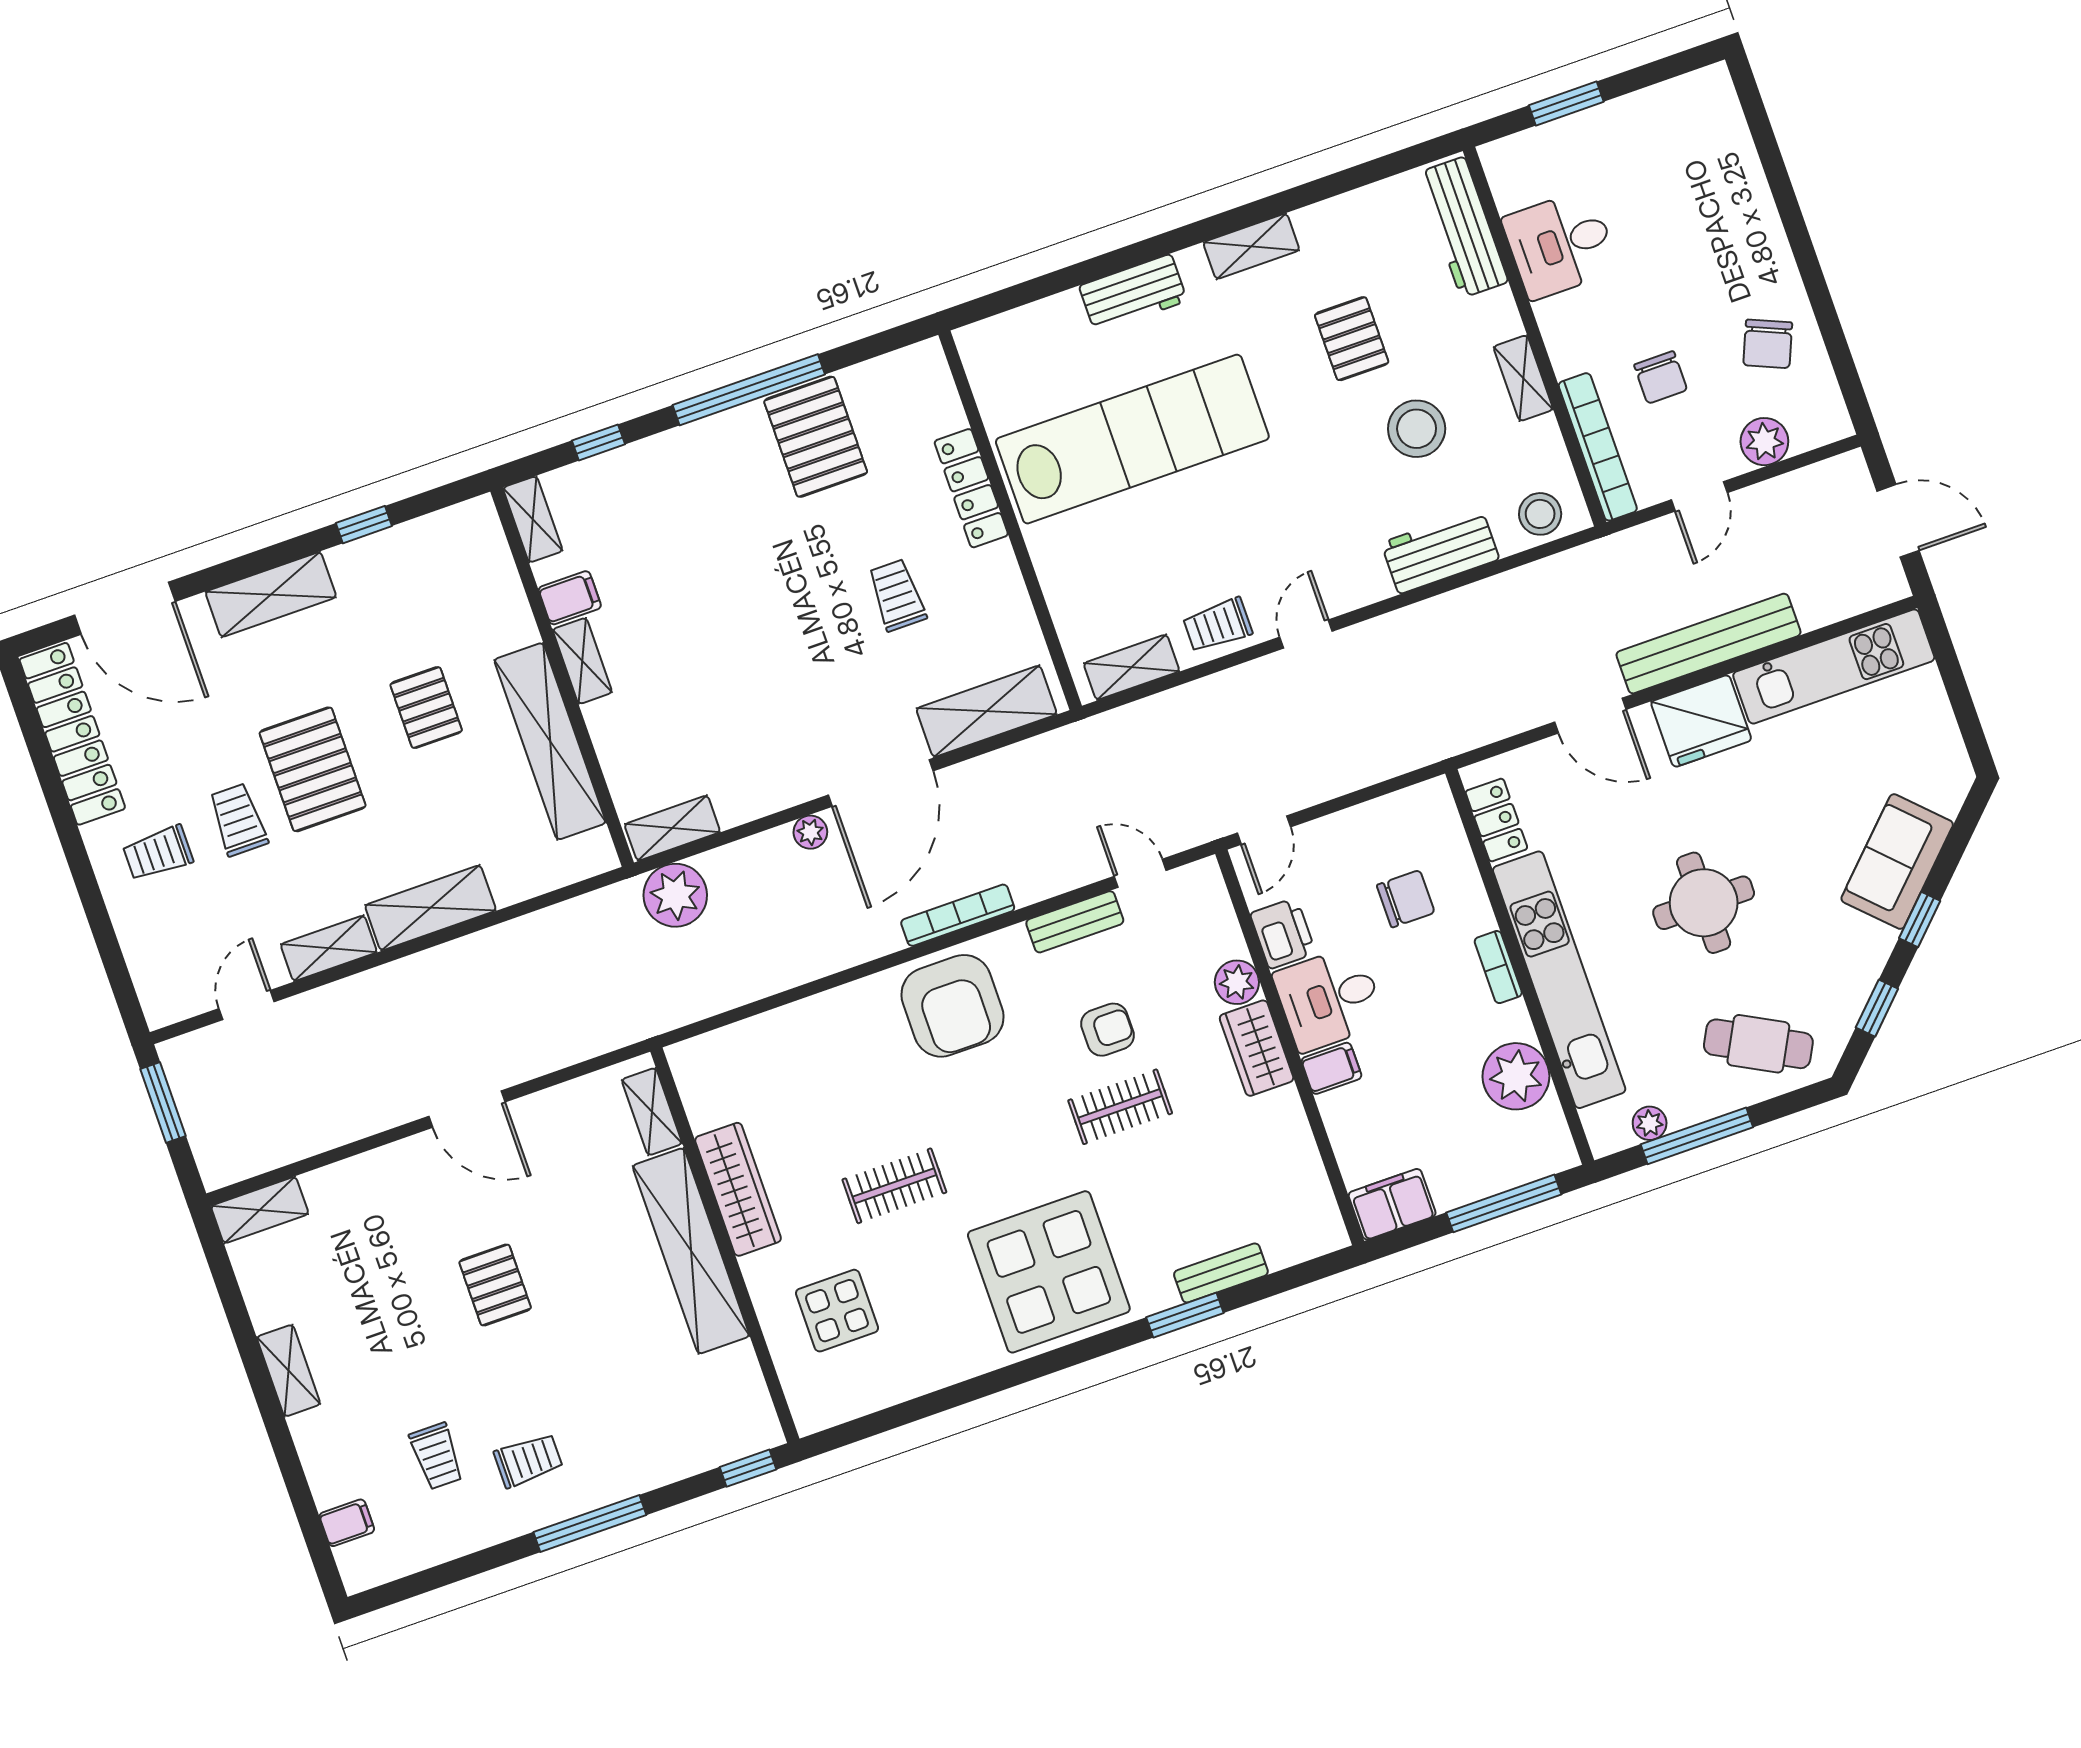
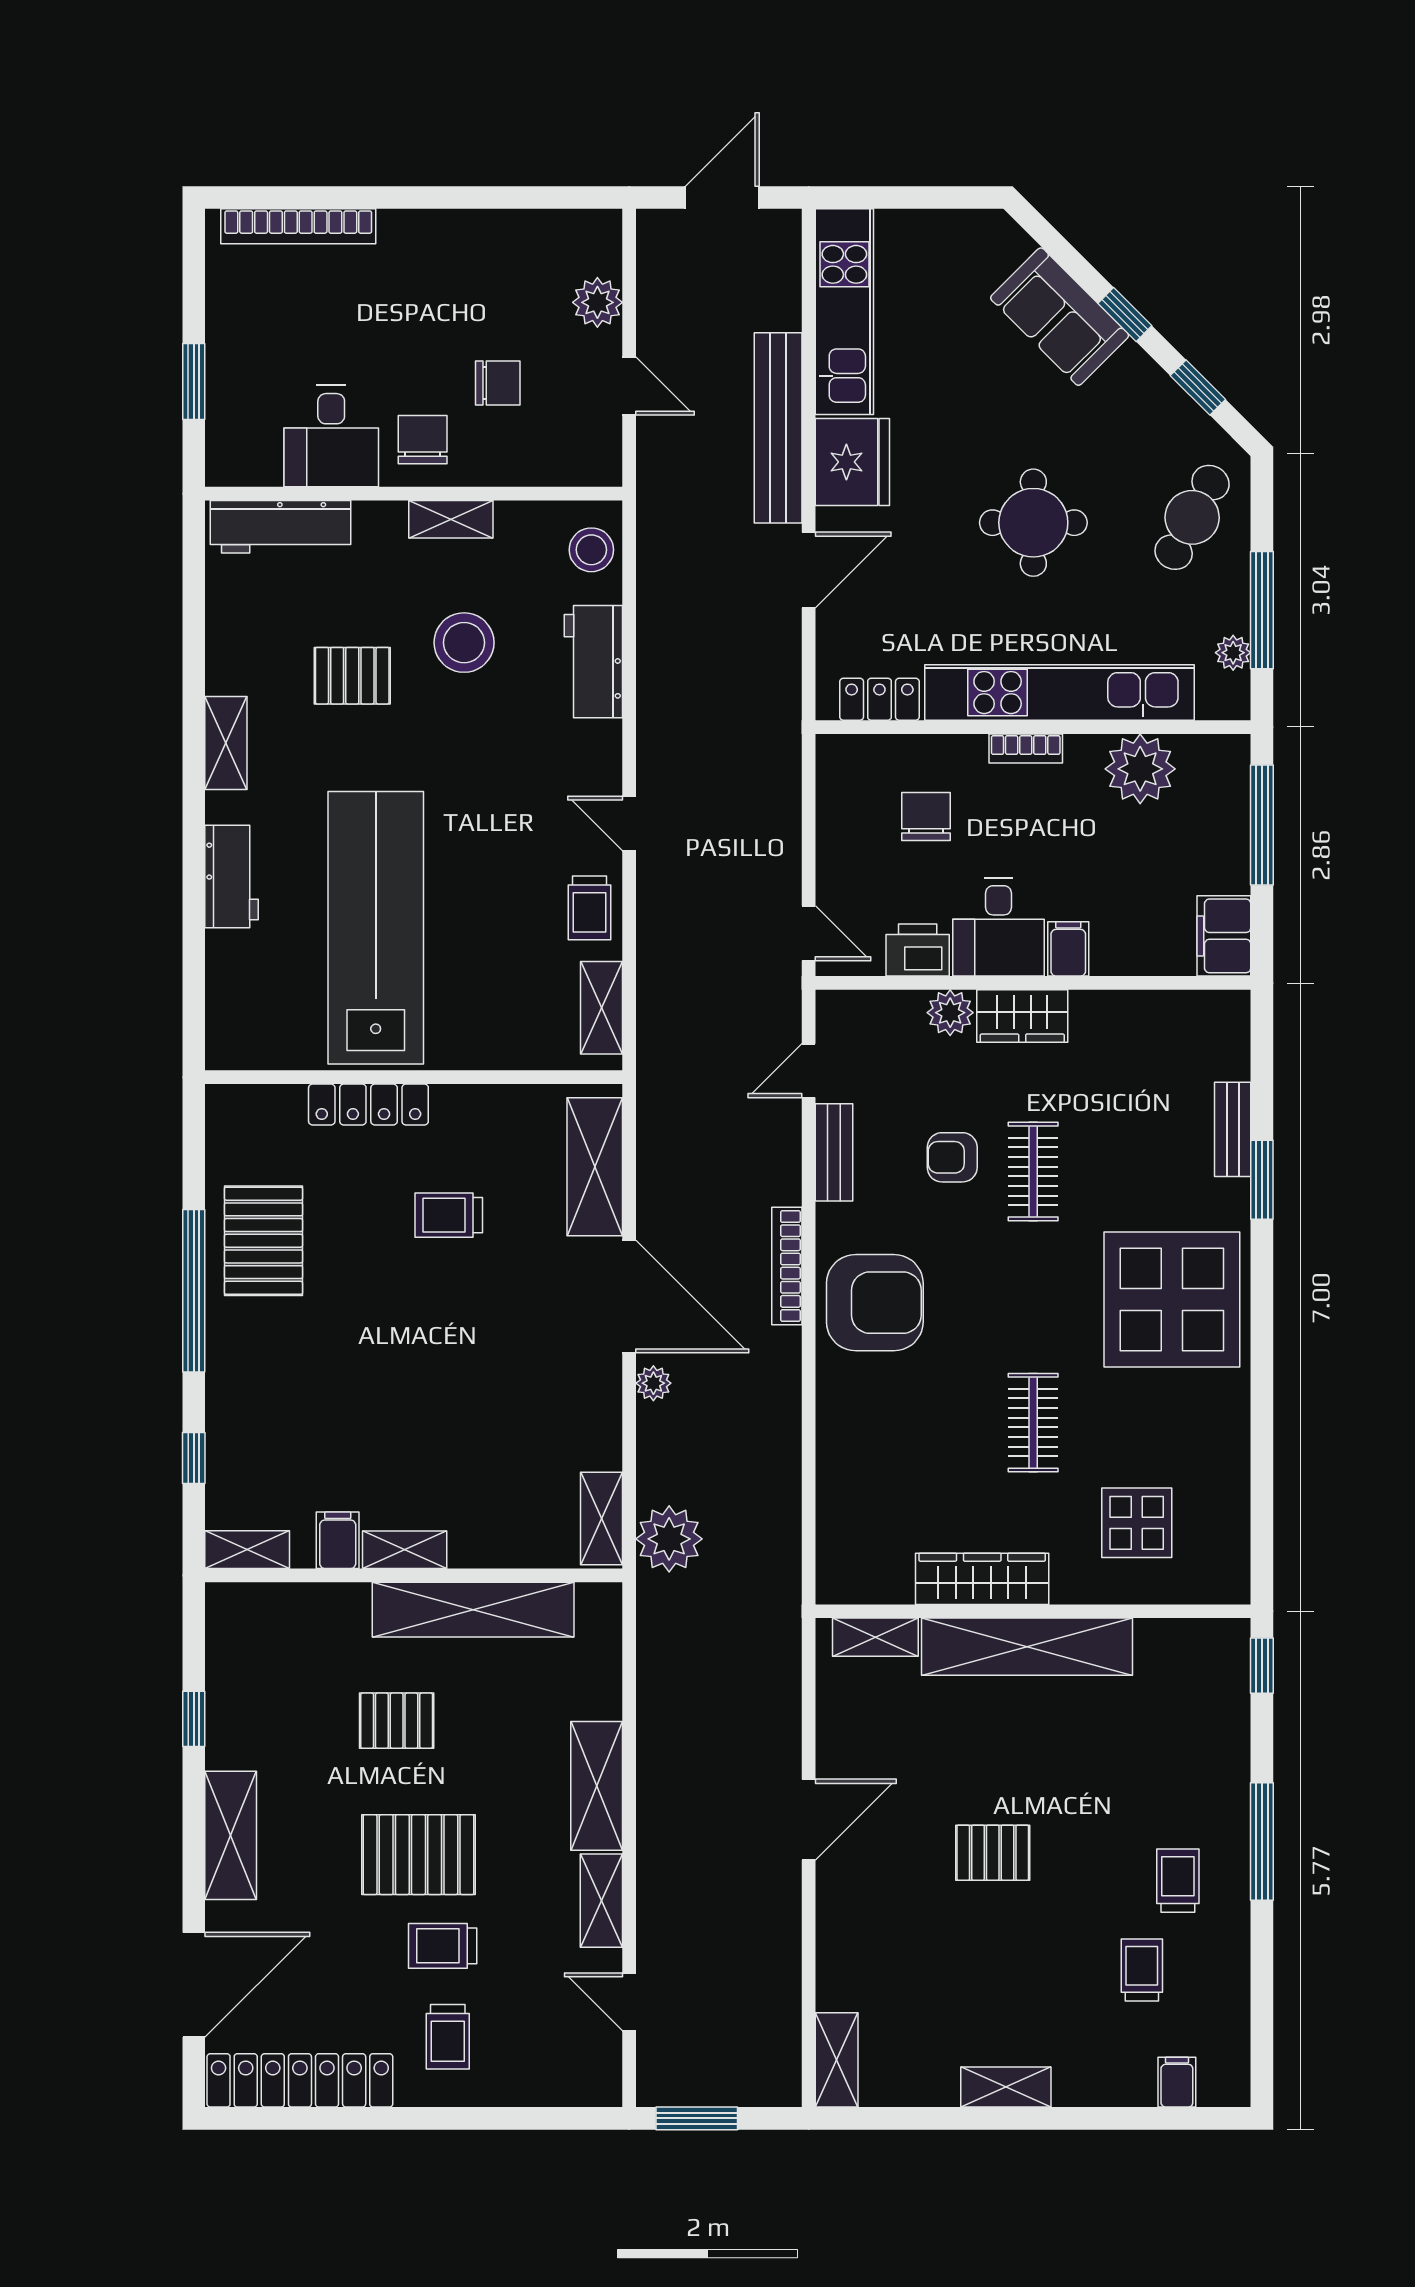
chair: (1768, 344) -> (423, 440), moved, turned -113
pallet: (816, 437) -> (263, 1241), turned 90
bookcase: (1598, 447) -> (298, 226), moved, turned 180
armchair: (1107, 1030) -> (952, 1157), turned -90
trolley: (436, 1456) -> (1142, 1970), turned -90

